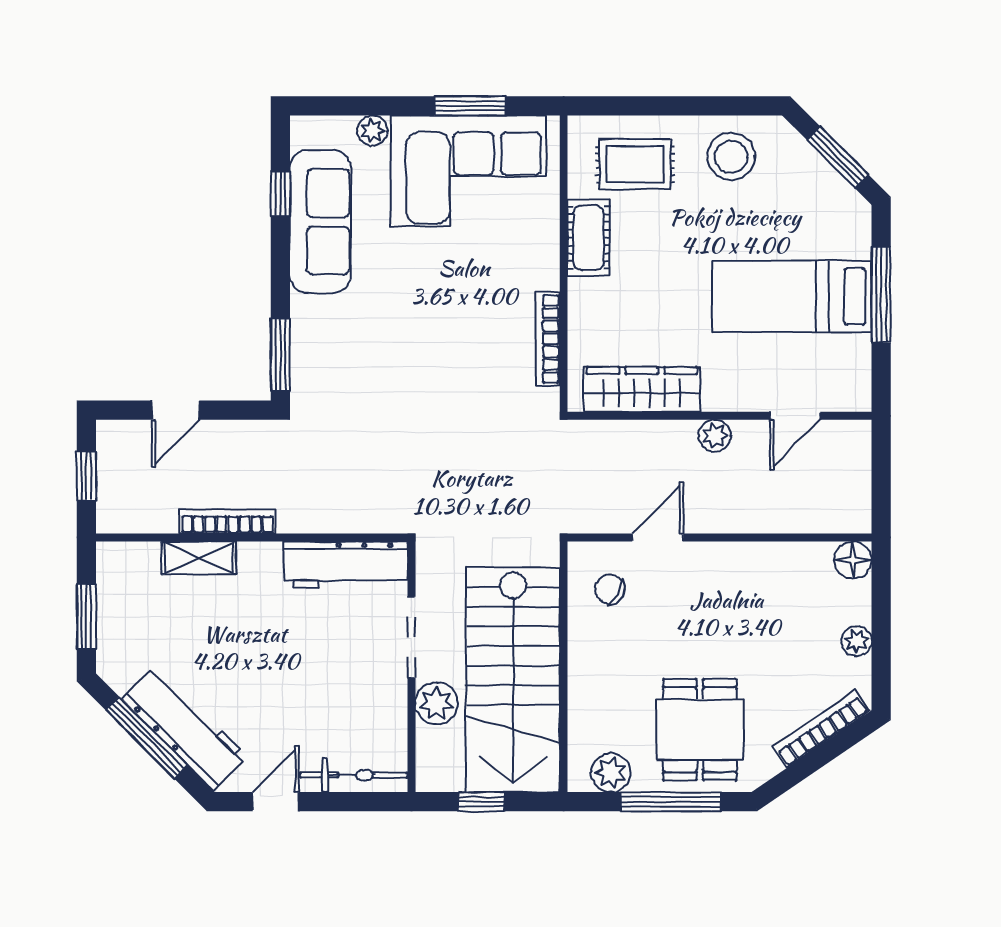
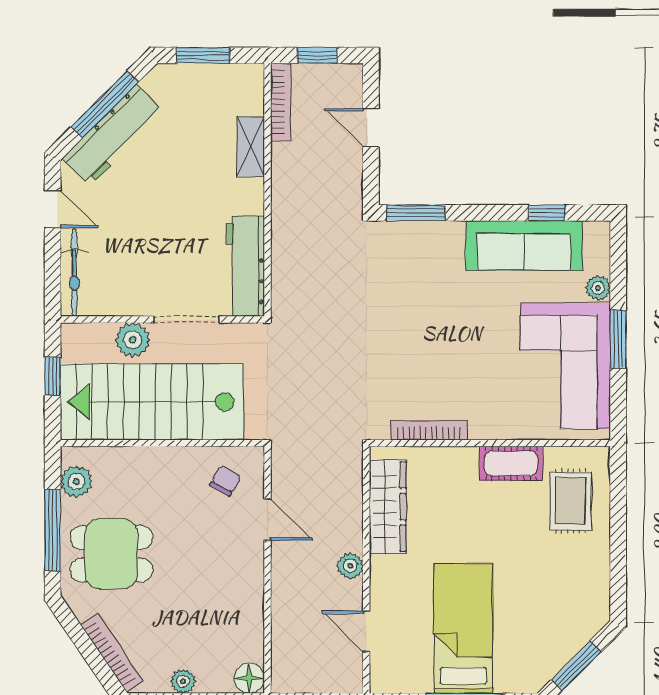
window: (470, 106) -> (618, 339), moved
stool: (731, 156) -> (577, 579), removed
bookcase: (227, 521) -> (280, 102), moved

